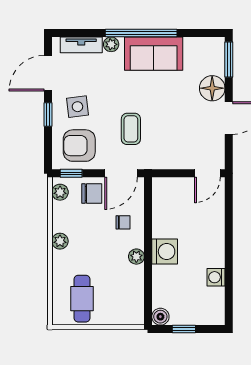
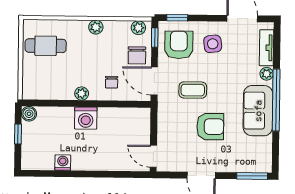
floor lamp: (212, 88) -> (227, 161), removed
armchair: (173, 108) -> (210, 127), added
window: (48, 114) -> (177, 18), moved

